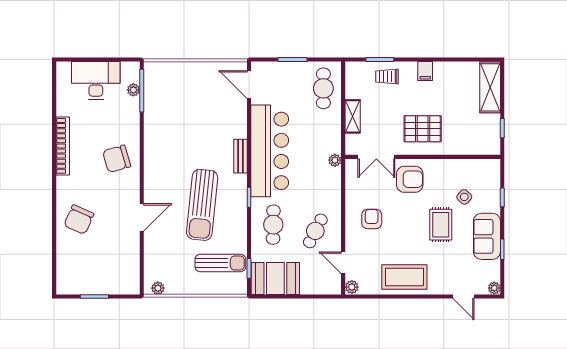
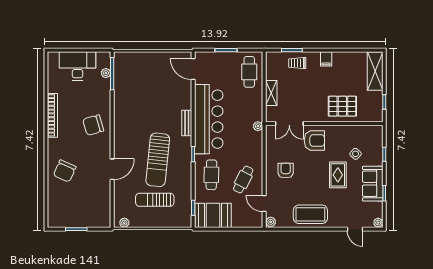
pallet: (423, 129) -> (342, 106), moved
sun lounger: (220, 263) -> (155, 200), moved, turned 180

